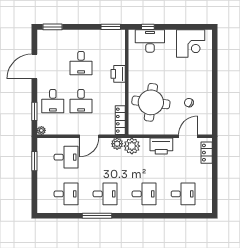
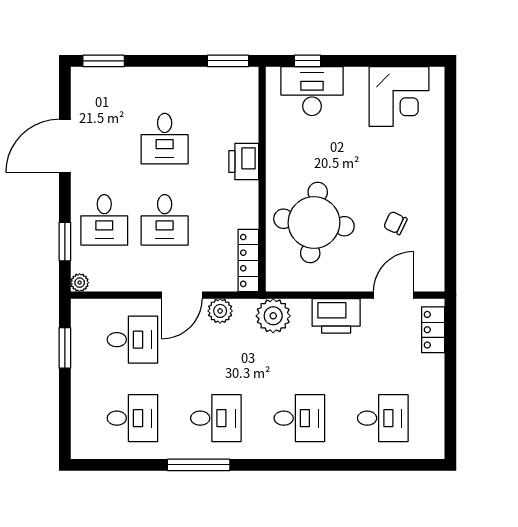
plant: (117, 144) -> (220, 311), moved

